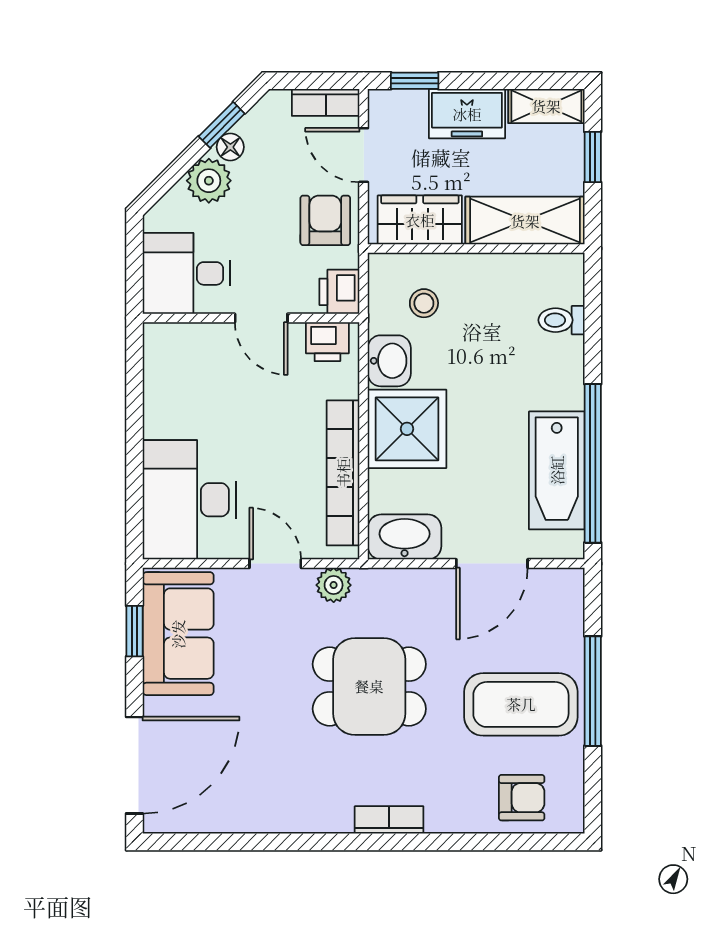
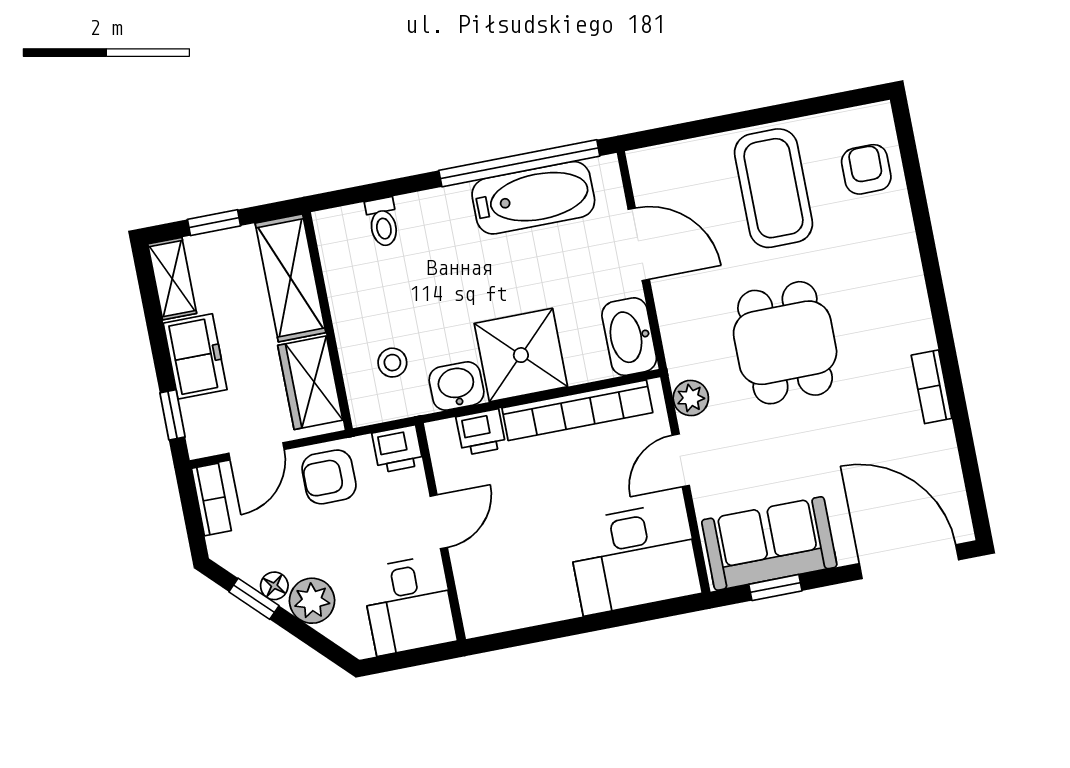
printer: (327, 342) -> (481, 432), moved, turned 90
window: (593, 691) -> (746, 119), removed
bookcase: (389, 820) -> (932, 387), moved

